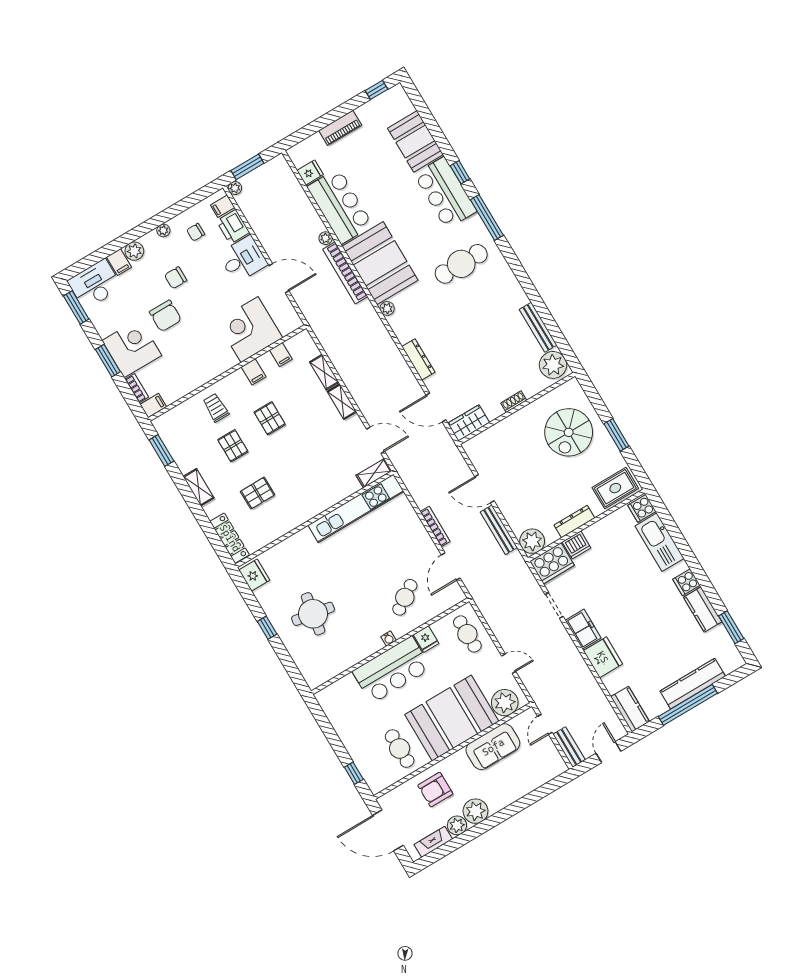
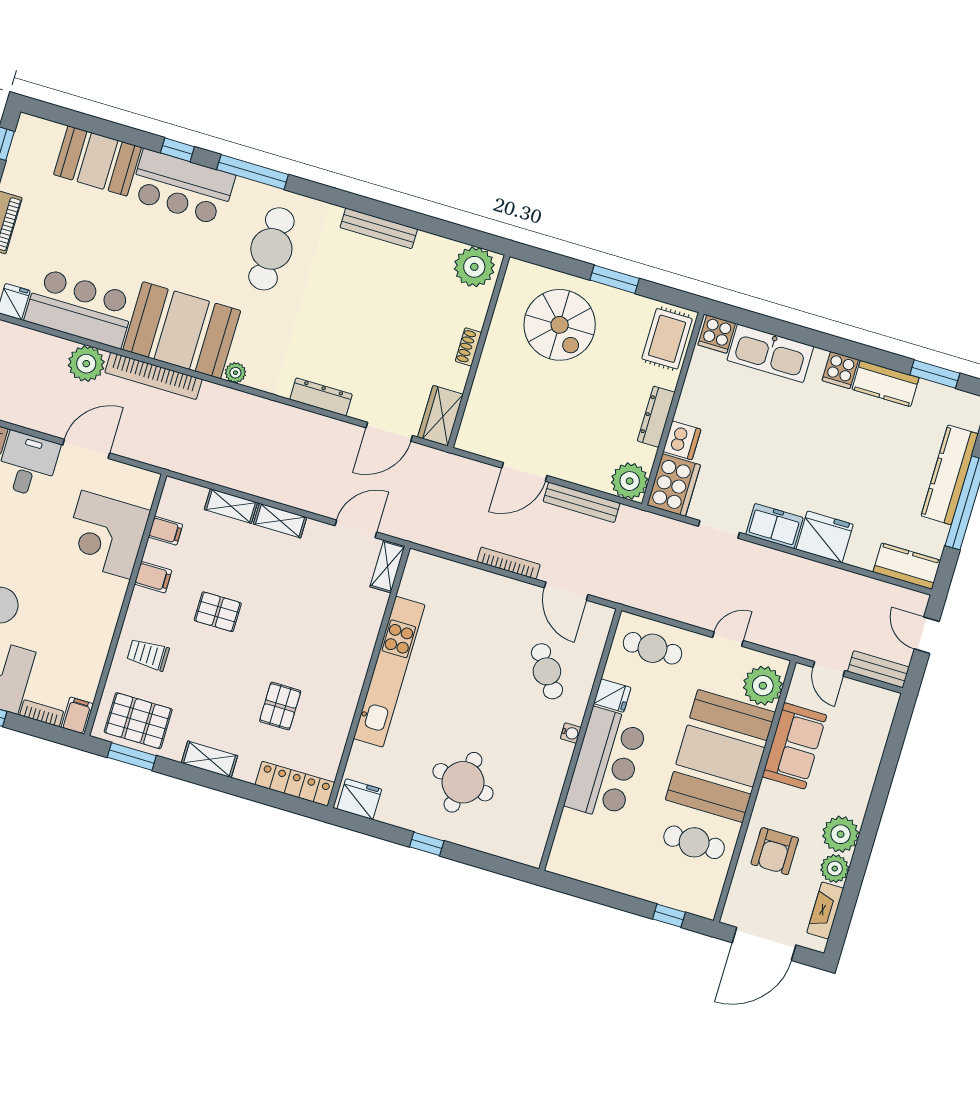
plant: (326, 238) -> (86, 364), width x1.87, depth x1.87
bench: (538, 327) -> (379, 228), moved
pallet: (233, 446) -> (138, 721), moved, width x1.50, depth x1.42
kitchen unit: (356, 508) -> (389, 672), moved

